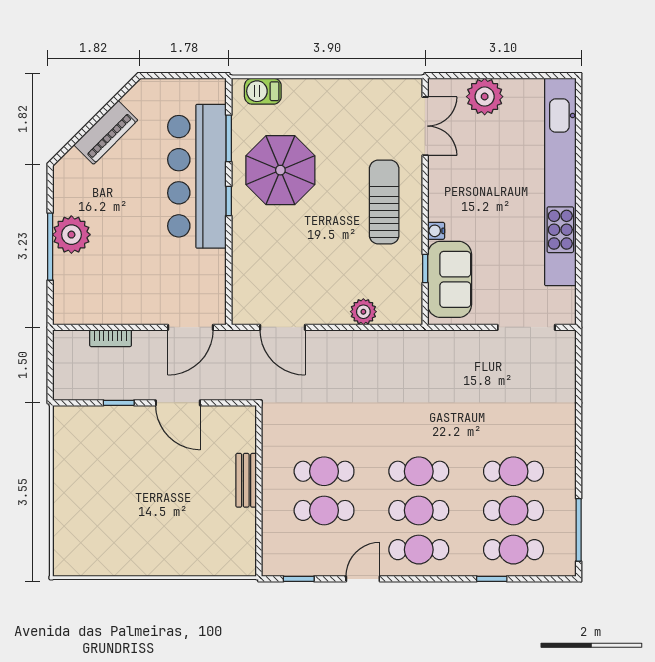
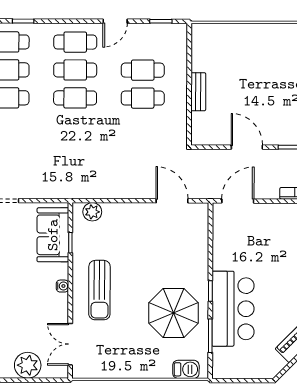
bar counter: (197, 176) -> (233, 309), width x0.73
water cooler: (436, 231) -> (62, 286), moved
plant: (363, 312) -> (92, 212), moved

